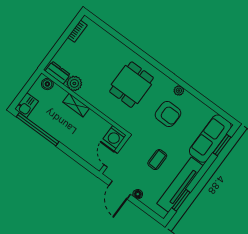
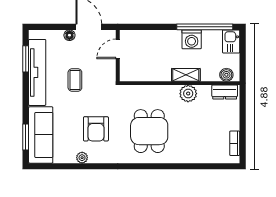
plant: (74, 83) -> (188, 94), moved
plant: (179, 91) -> (82, 158), moved
armchair: (168, 114) -> (96, 129), turned -90
washing machine: (115, 137) -> (192, 39), moved, turned 180
door: (111, 159) -> (118, 49), swing flipped

